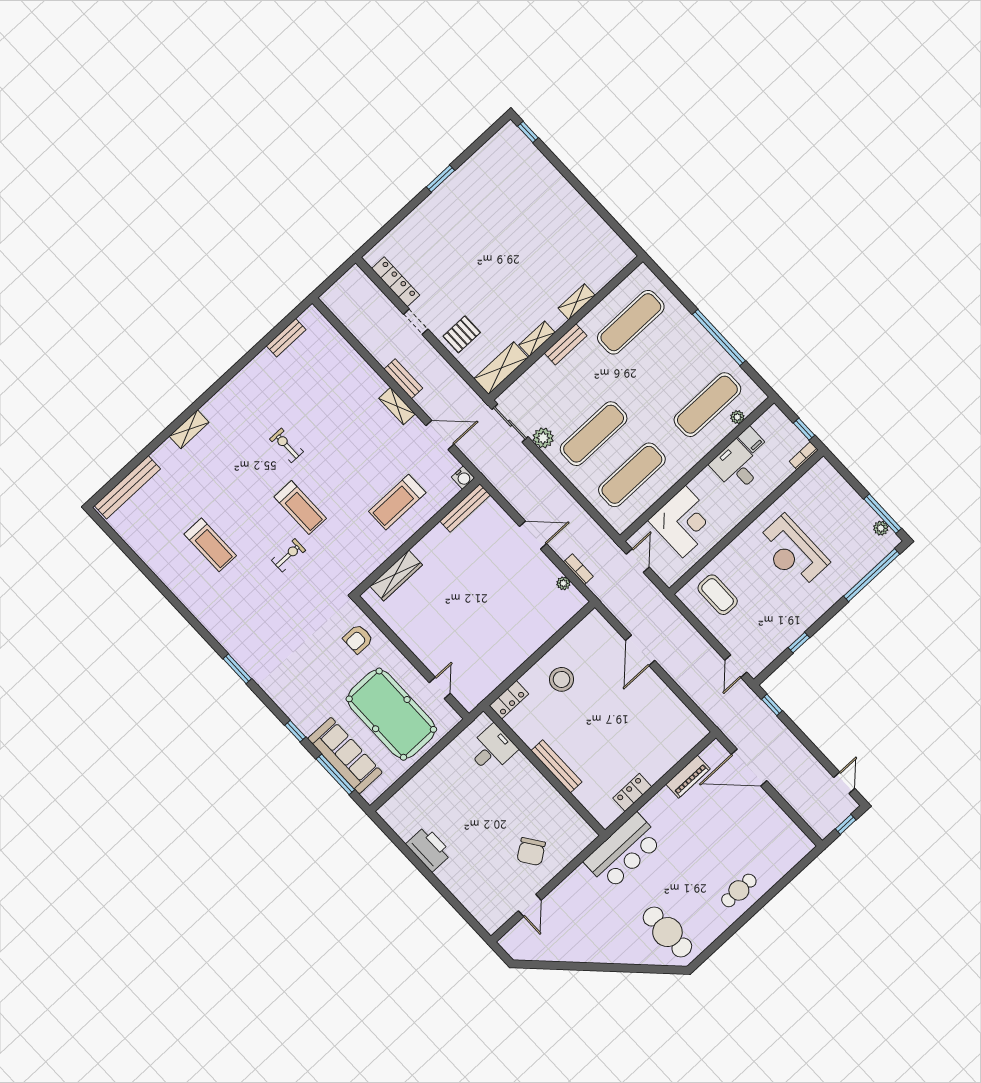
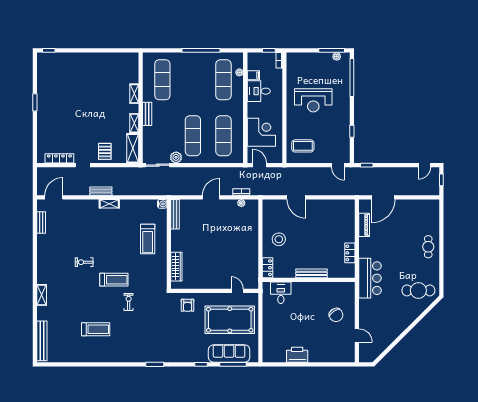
door: (440, 435) -> (54, 197), moved
door: (844, 783) -> (424, 165), swing flipped

